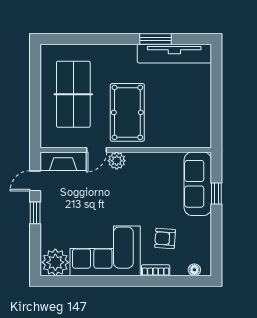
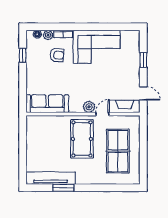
door: (35, 181) -> (143, 93), hinge flipped
sofa: (198, 184) -> (47, 104), moved, turned -90
window: (216, 193) -> (23, 55), moved
window: (35, 213) -> (143, 60), moved
plant: (55, 262) -> (48, 35), moved, width x0.53, depth x0.53

